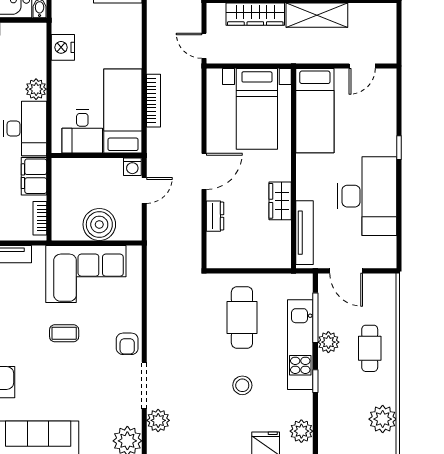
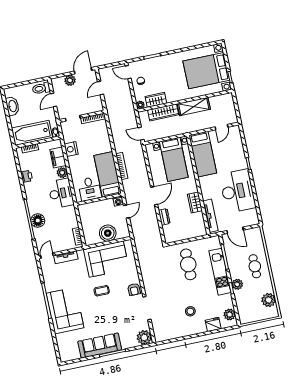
filing cabinet: (34, 176) -> (58, 158), moved
plant: (328, 342) -> (237, 284), moved
stool: (242, 385) -> (190, 311), moved
plant: (158, 420) -> (157, 324), removed

